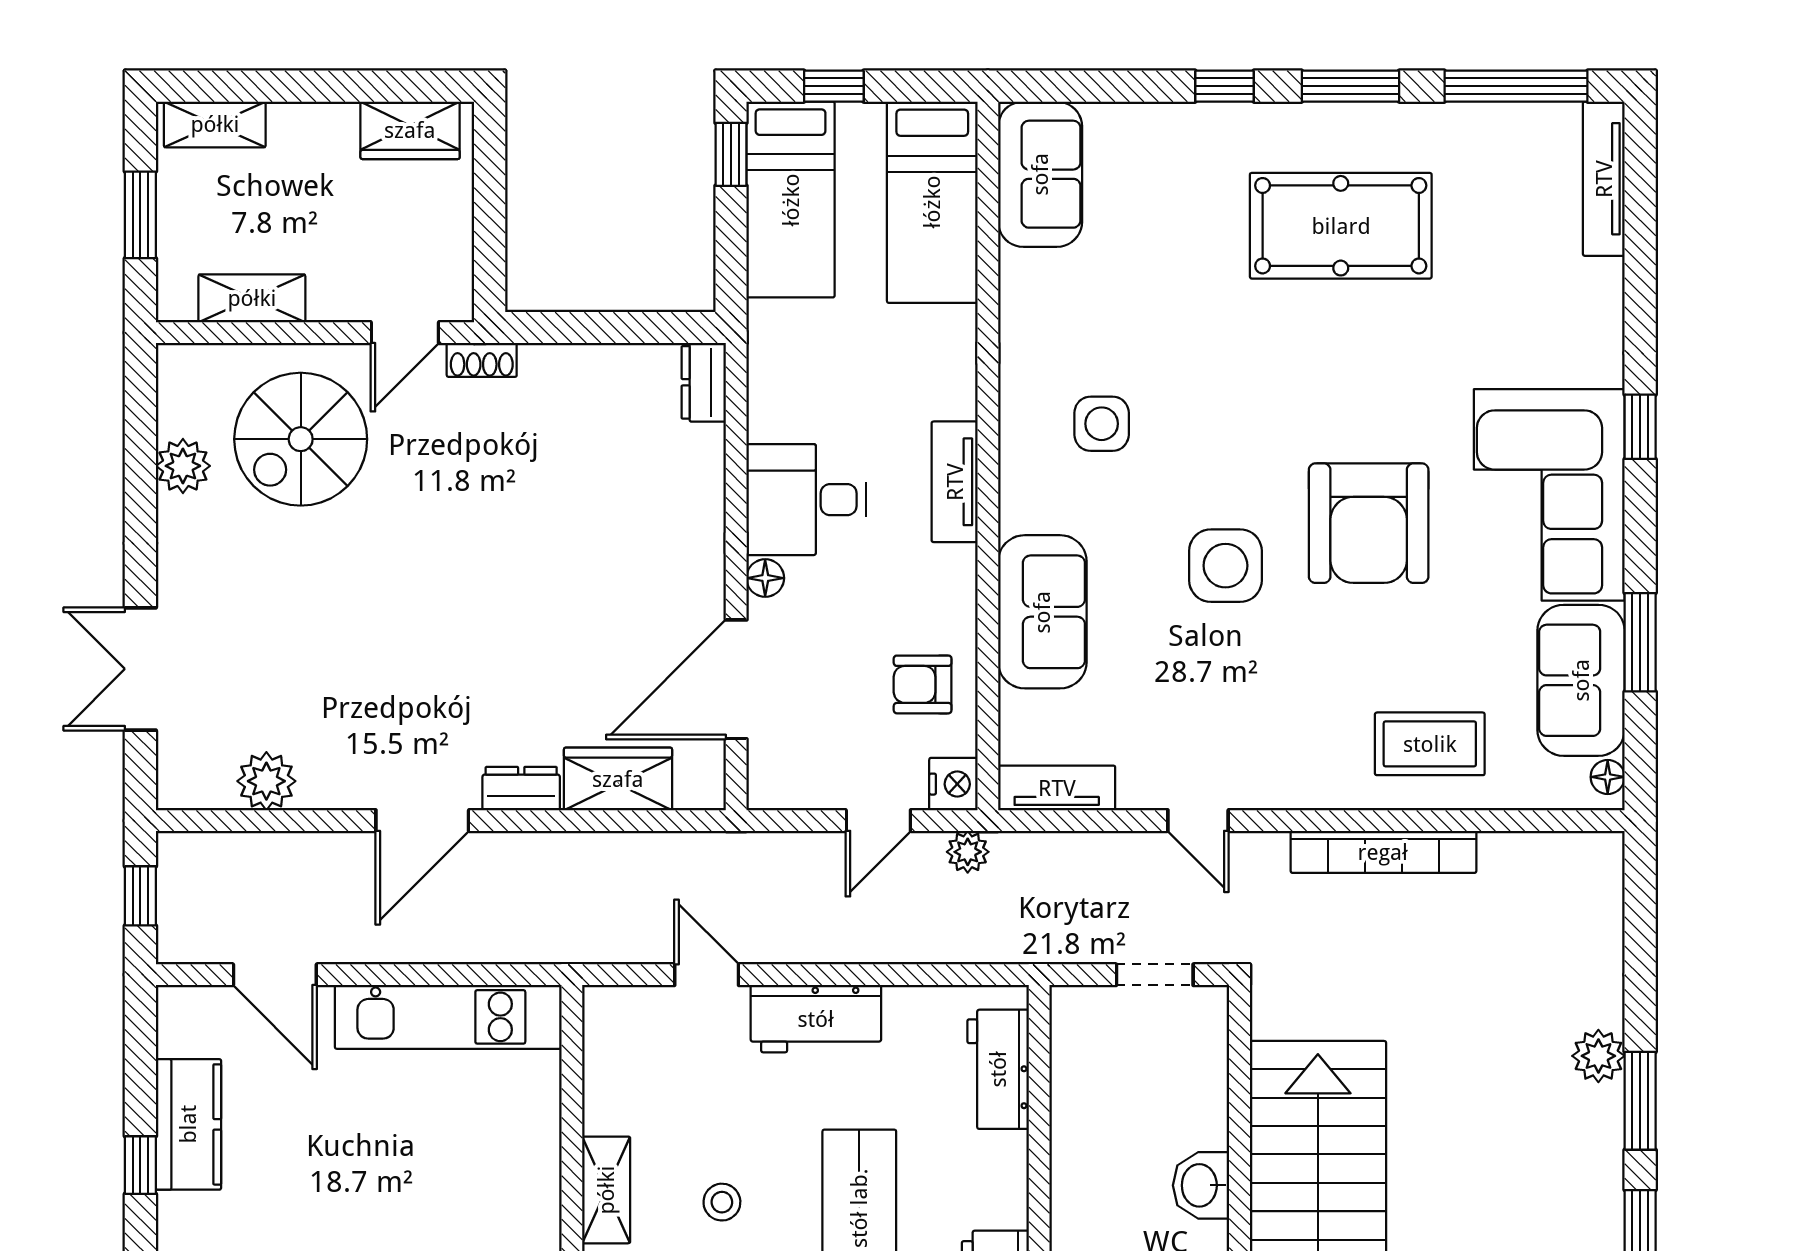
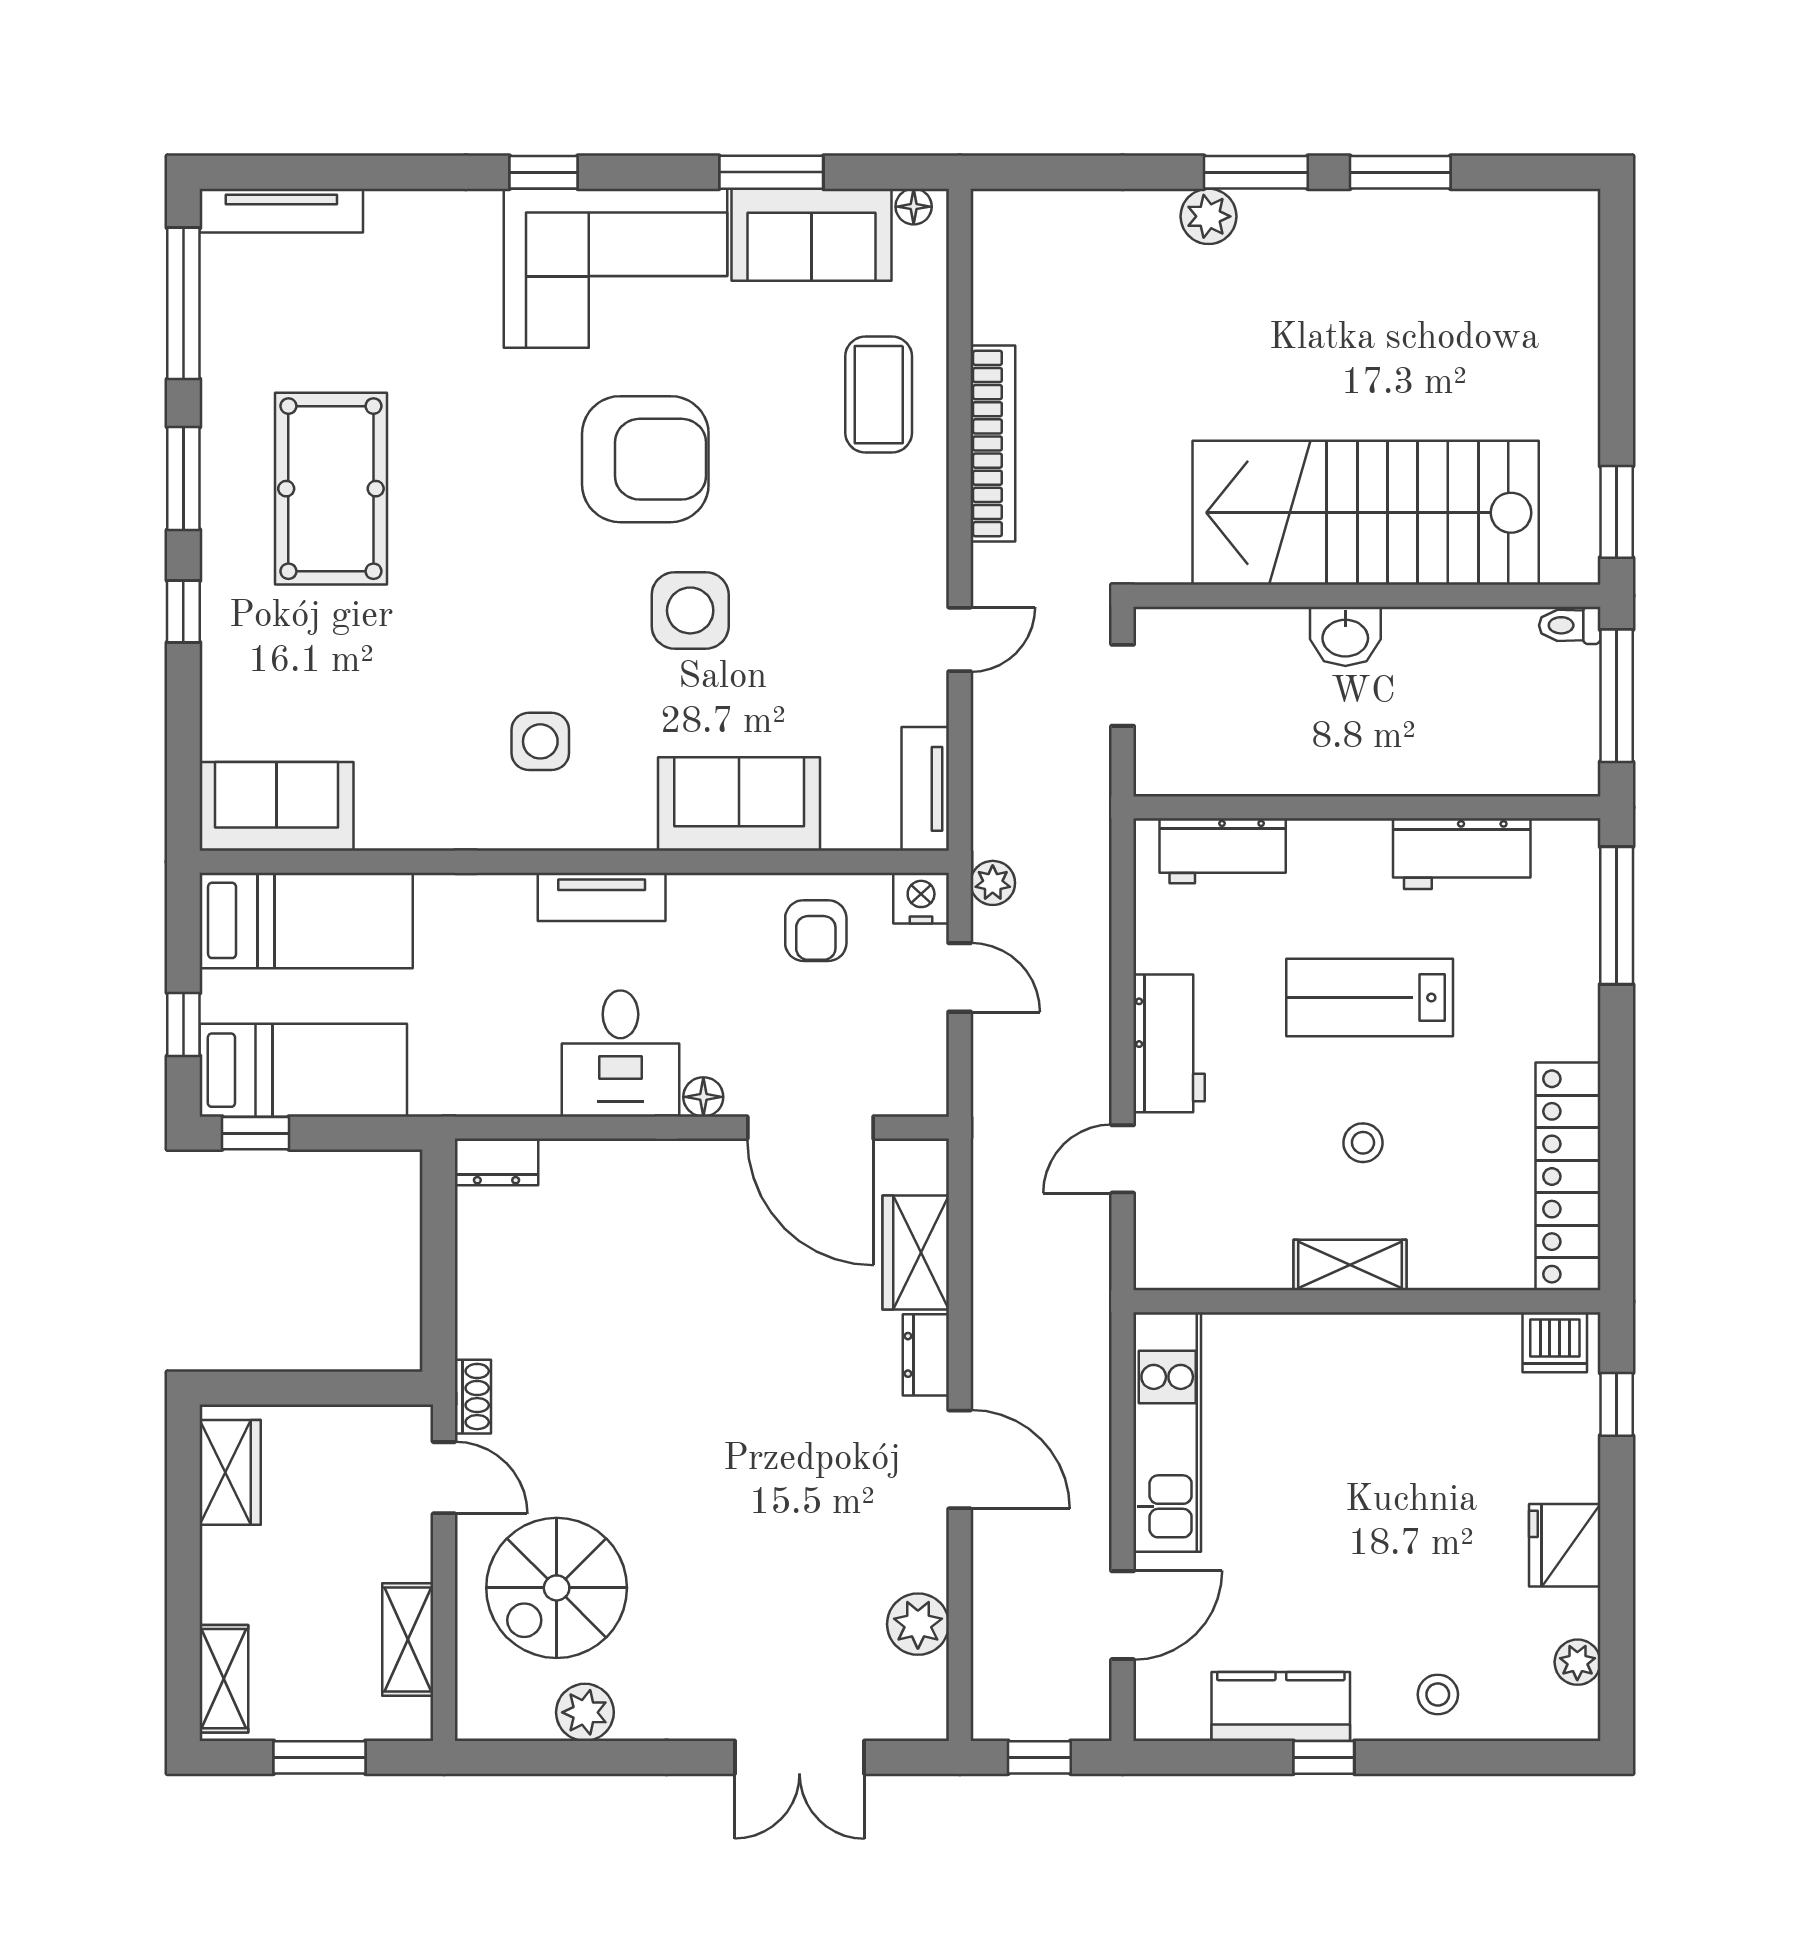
spiral stairs: (301, 439) -> (557, 1588), turned 90

